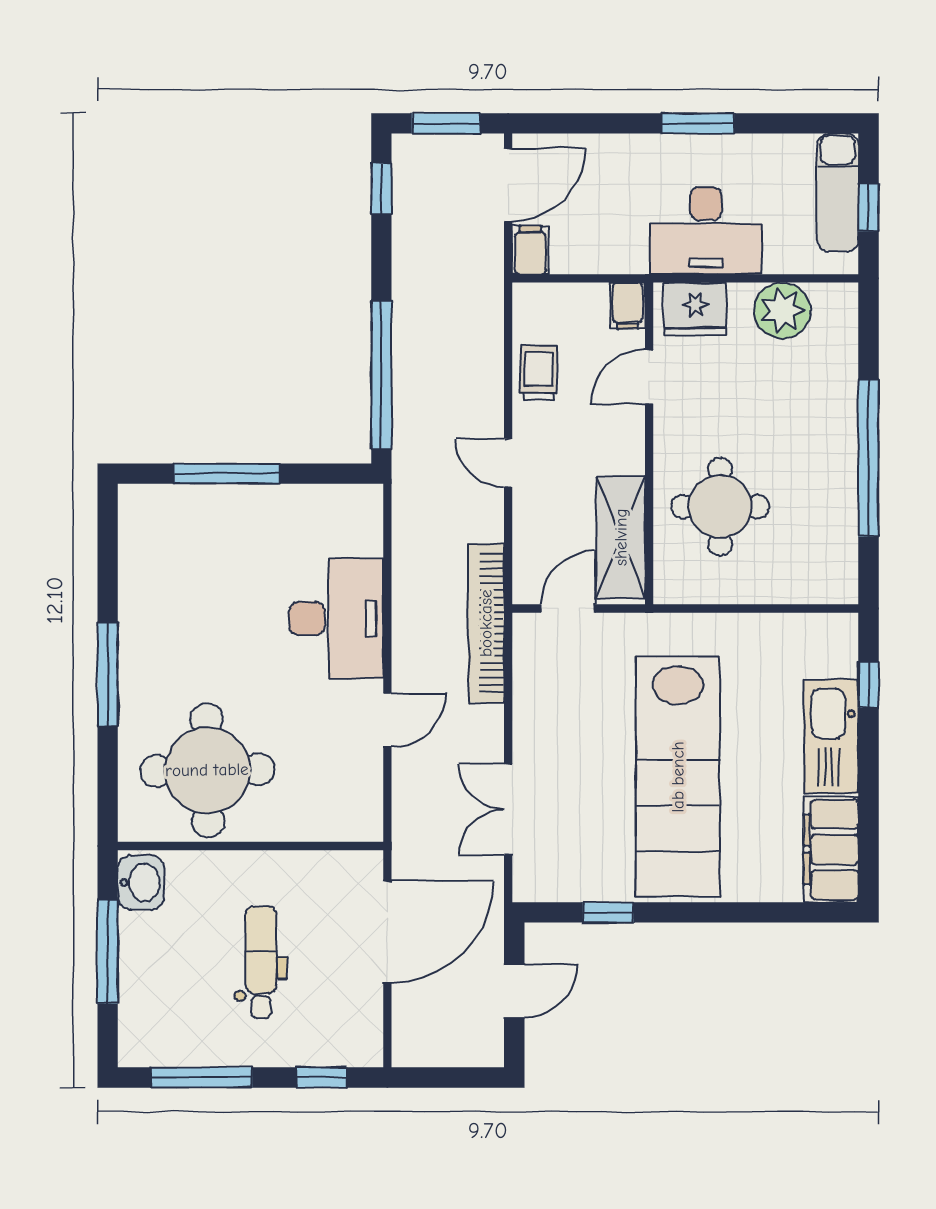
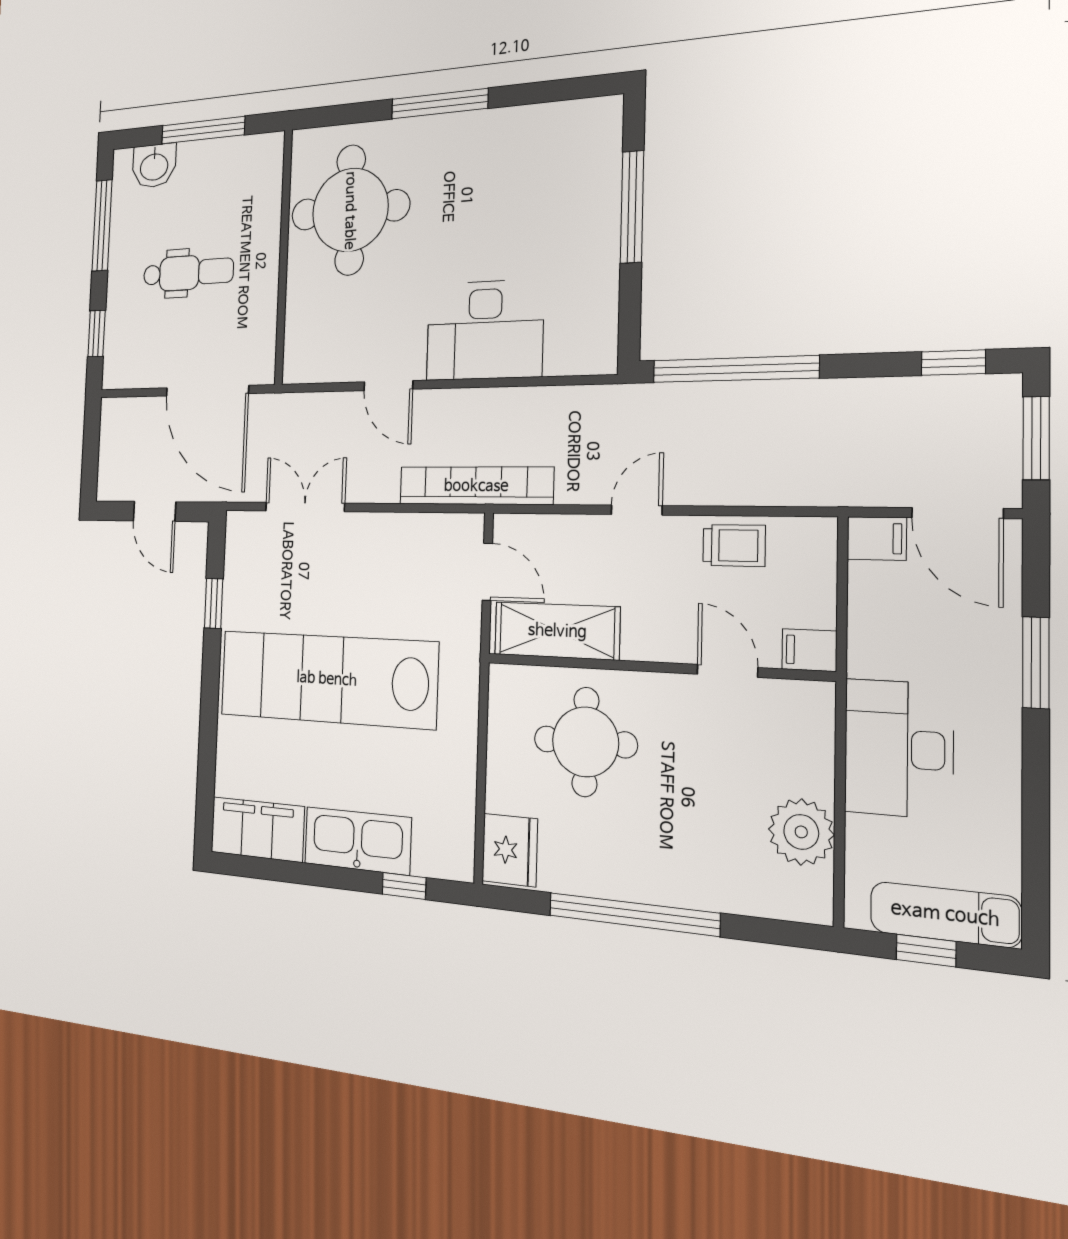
window: (698, 123) -> (1036, 663), moved
fridge: (695, 309) -> (510, 850), moved, turned 180
washbasin: (141, 882) -> (154, 166), moved

